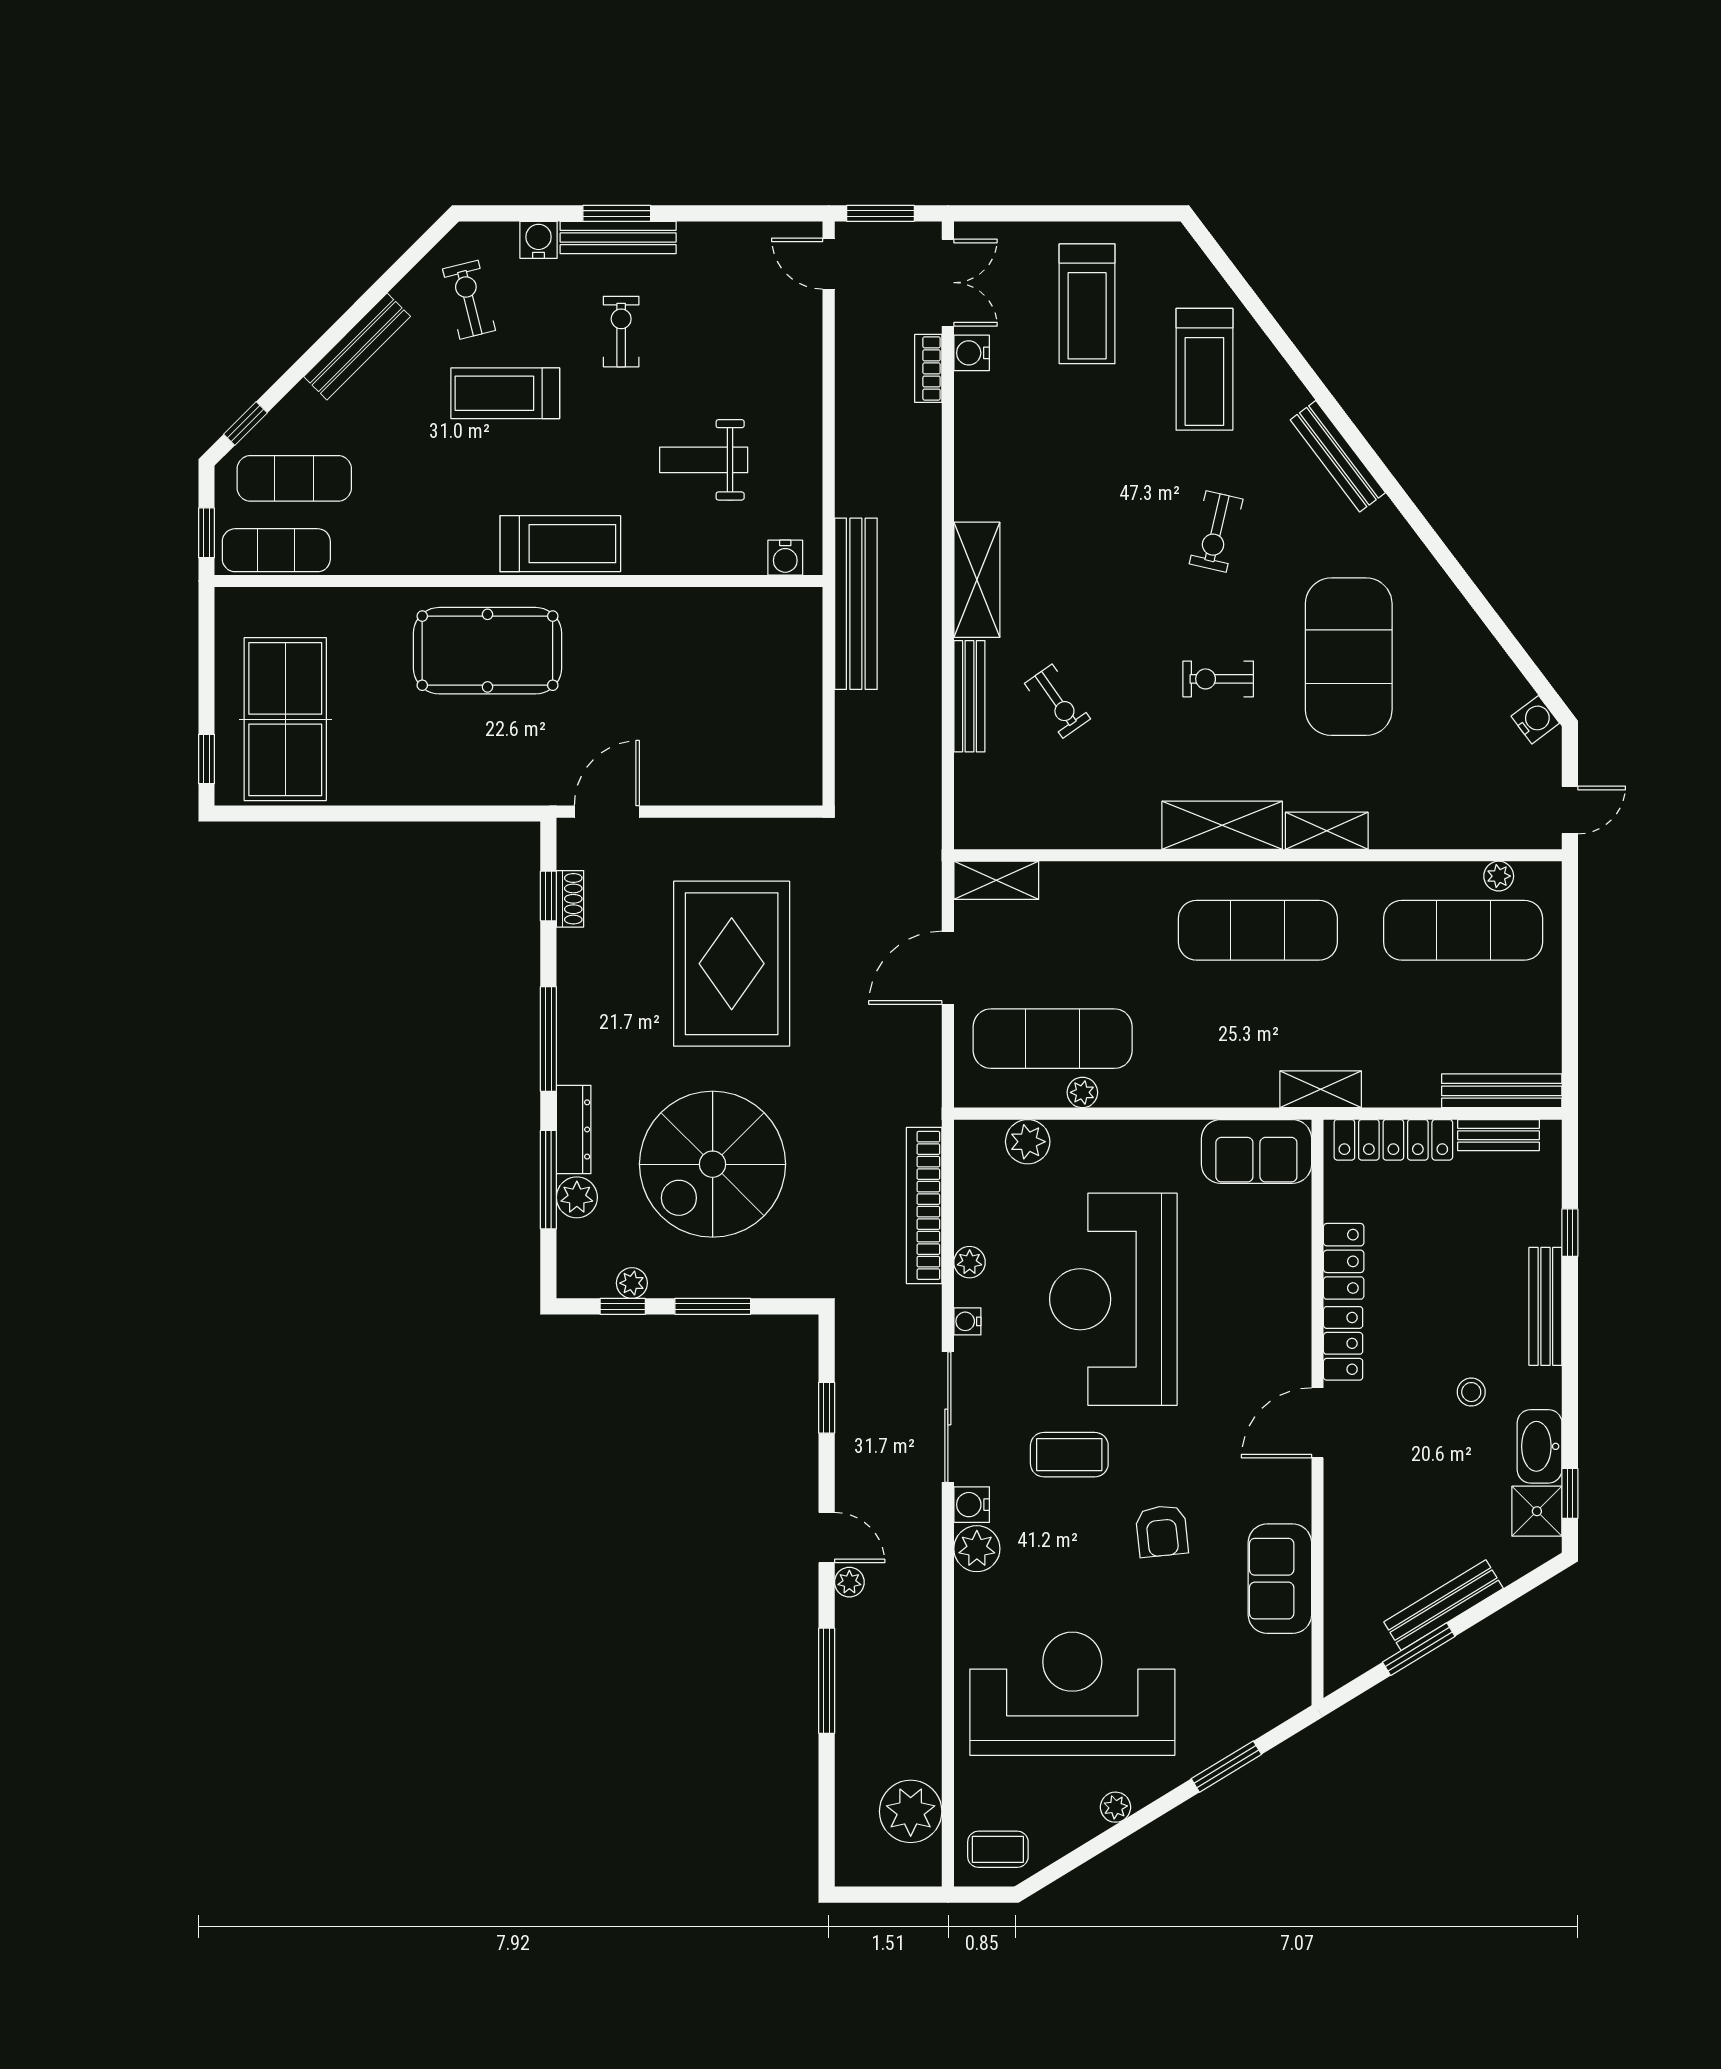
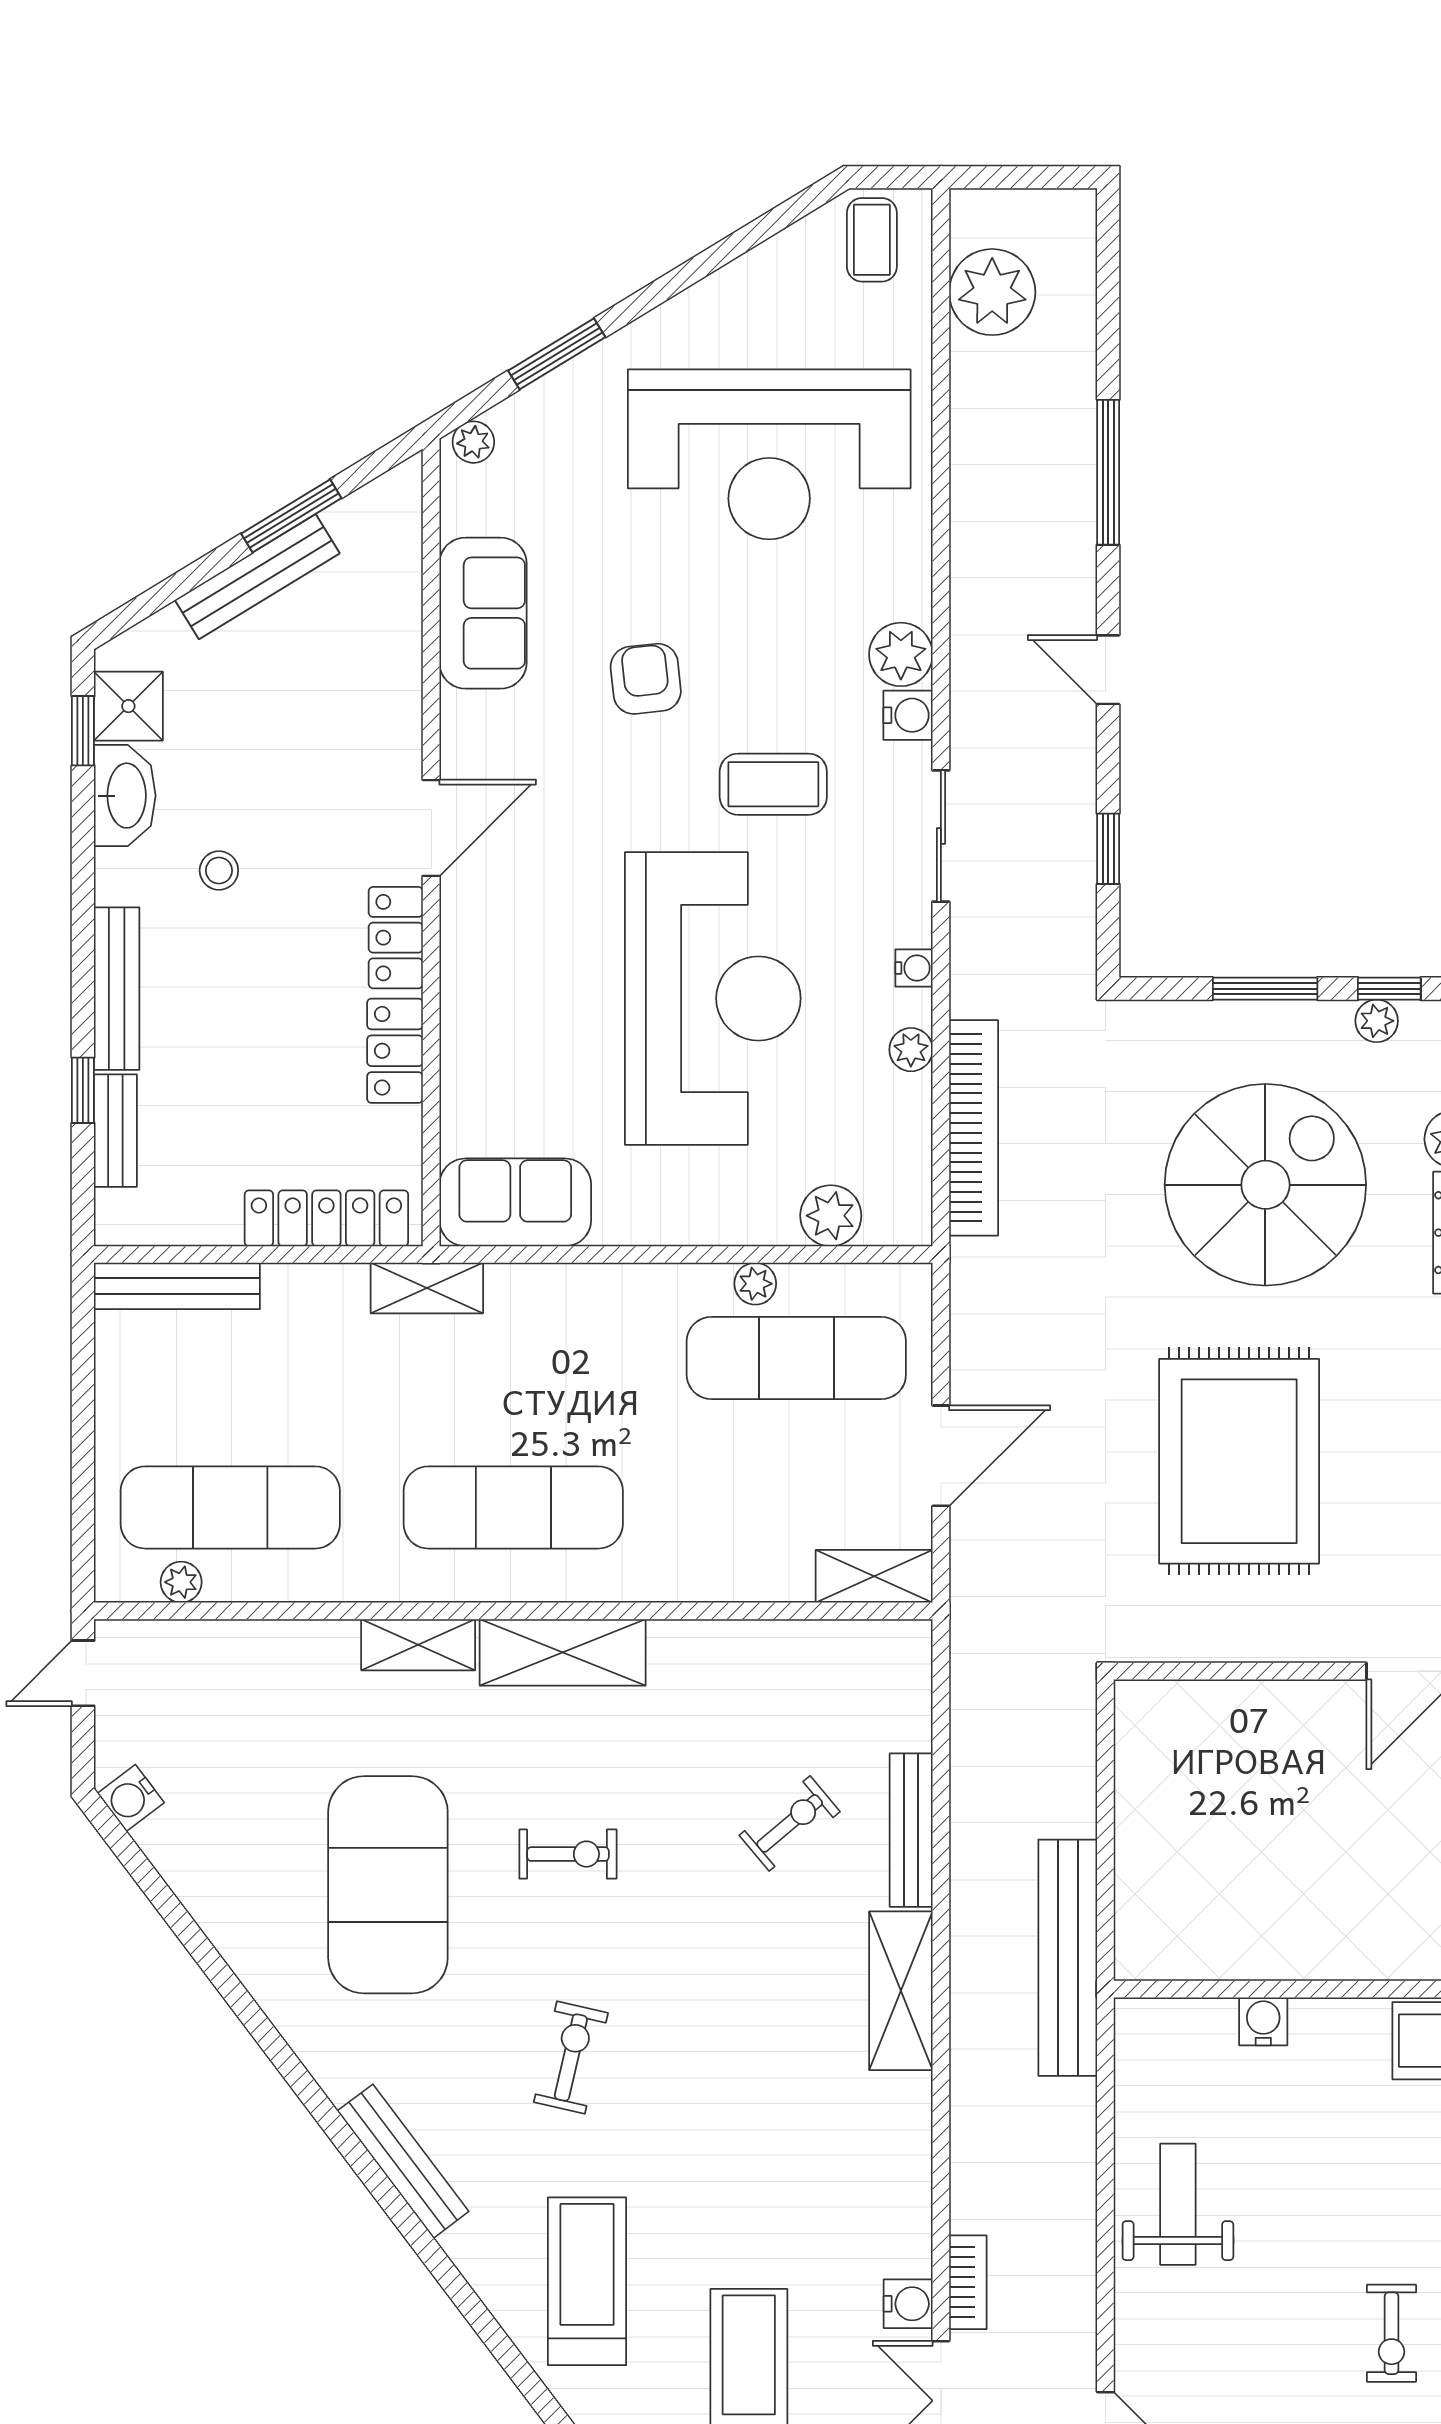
weight bench: (704, 460) -> (1178, 2204), moved, turned -90
water cooler: (785, 558) -> (1263, 2021), moved
exercise bike: (1058, 701) -> (790, 1823), turned 85
bench: (1499, 1135) -> (115, 1131), moved, turned 90
sliding door: (948, 1417) -> (941, 836), width x0.73
plant: (849, 1582) -> (1077, 608), removed
plant: (1116, 1807) -> (473, 442), moved
coffee table: (998, 1849) -> (872, 240), turned 90

